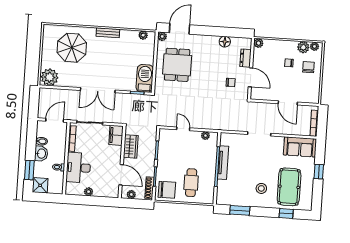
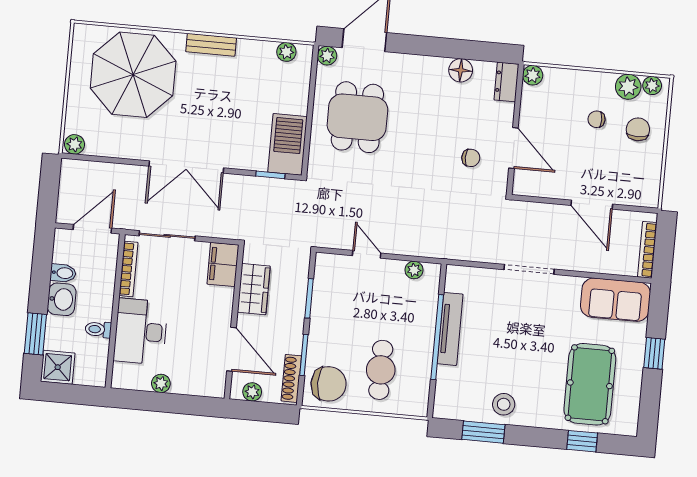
parasol: (72, 48) -> (133, 75), width x1.36, depth x1.36
dresser: (246, 58) -> (506, 82), moved
plant: (50, 77) -> (75, 144), width x0.53, depth x0.53
stool: (261, 188) -> (504, 404), moved

